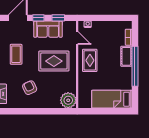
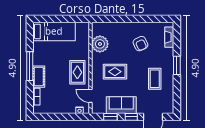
rug: (54, 61) -> (115, 72), width x0.73, depth x0.70
window: (135, 66) -> (30, 66), width x0.68
plant: (68, 100) -> (100, 44), moved

